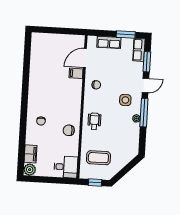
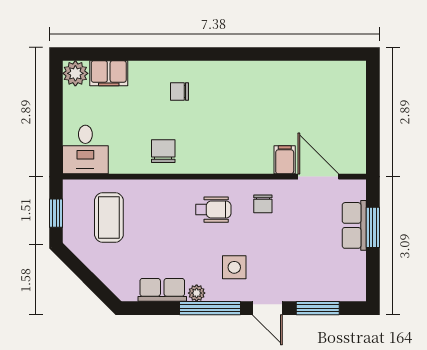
window: (126, 35) -> (373, 227), moved
row of seats: (139, 50) -> (162, 290), moved
wheelchair: (94, 121) -> (213, 210), moved

